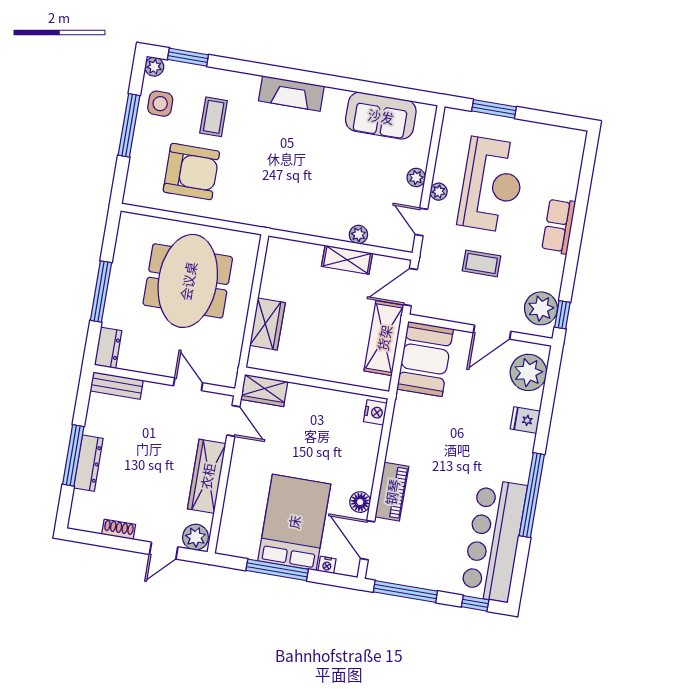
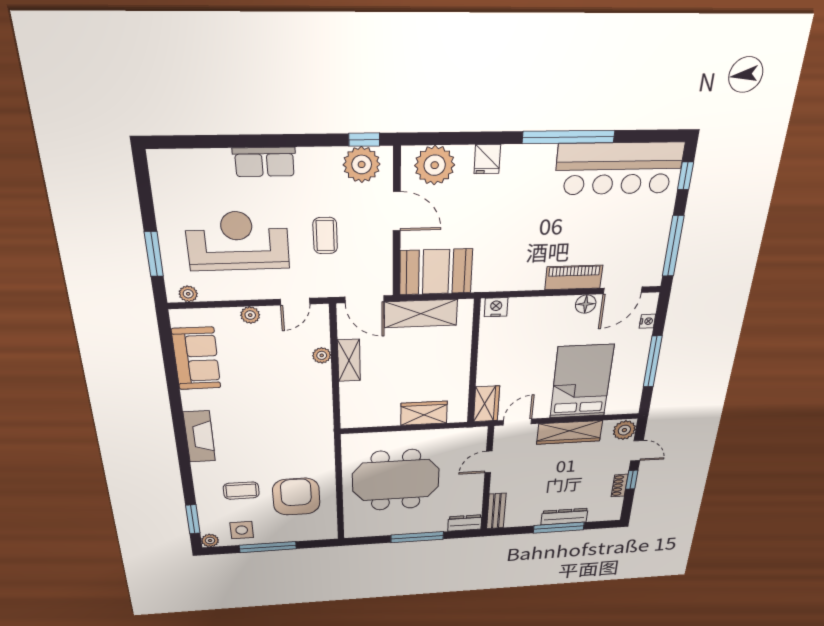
plant: (439, 192) -> (188, 294), moved
bed: (294, 522) -> (582, 382), moved, turned 90
window: (124, 544) -> (632, 480), added

